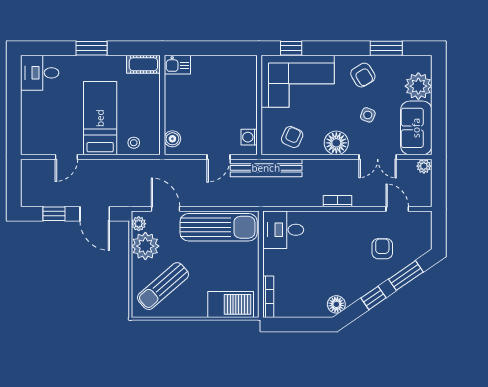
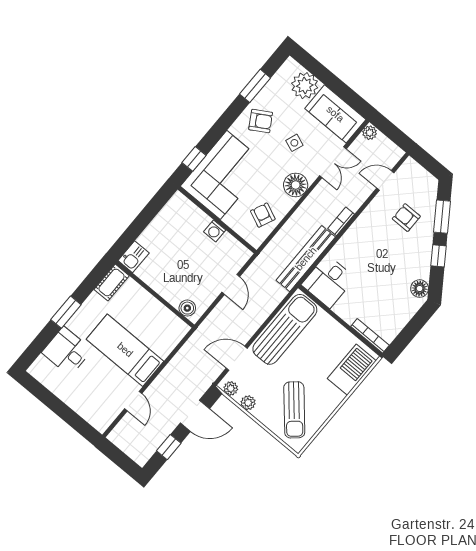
desk: (40, 73) -> (67, 351), moved, turned 90
washing machine: (249, 137) -> (215, 231), moved
stool: (134, 143) -> (165, 340), removed
bench: (266, 168) -> (306, 259), moved
plant: (145, 246) -> (248, 403), width x0.53, depth x0.53

